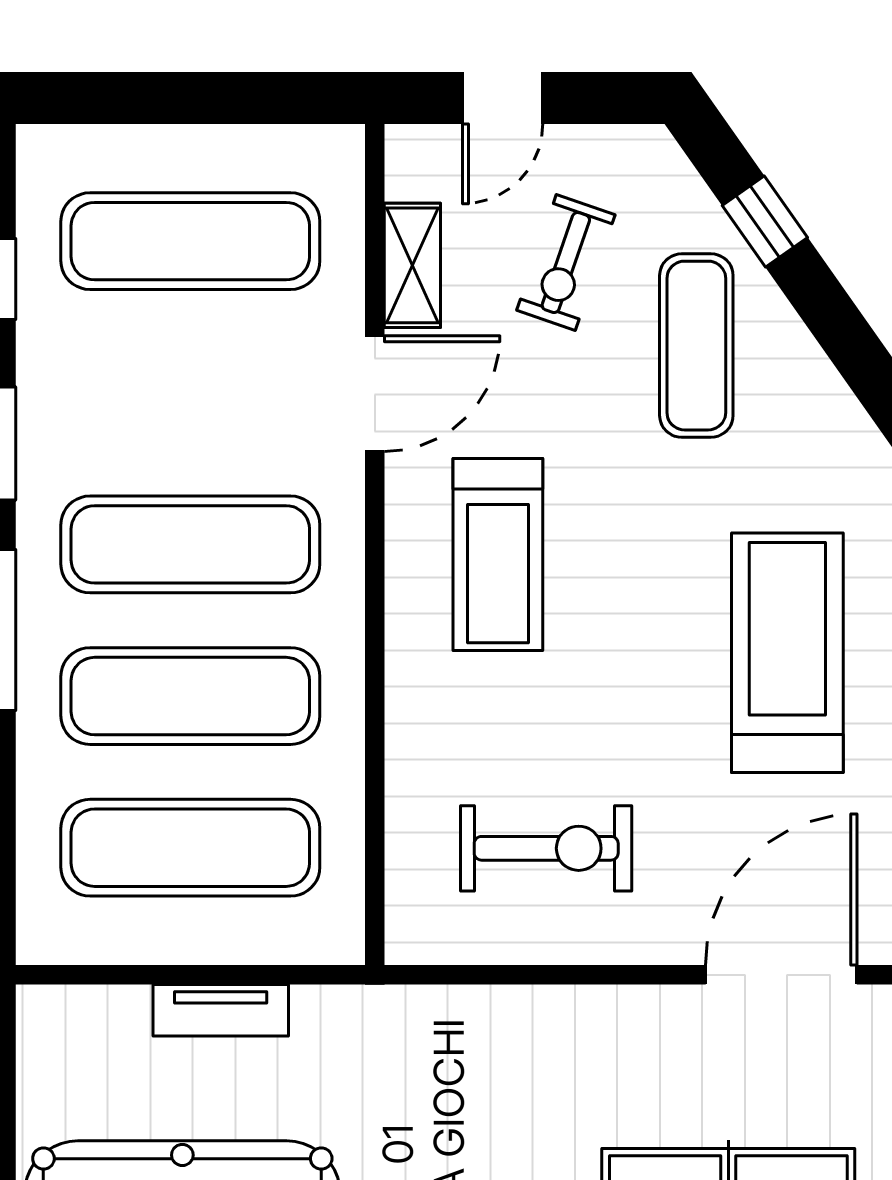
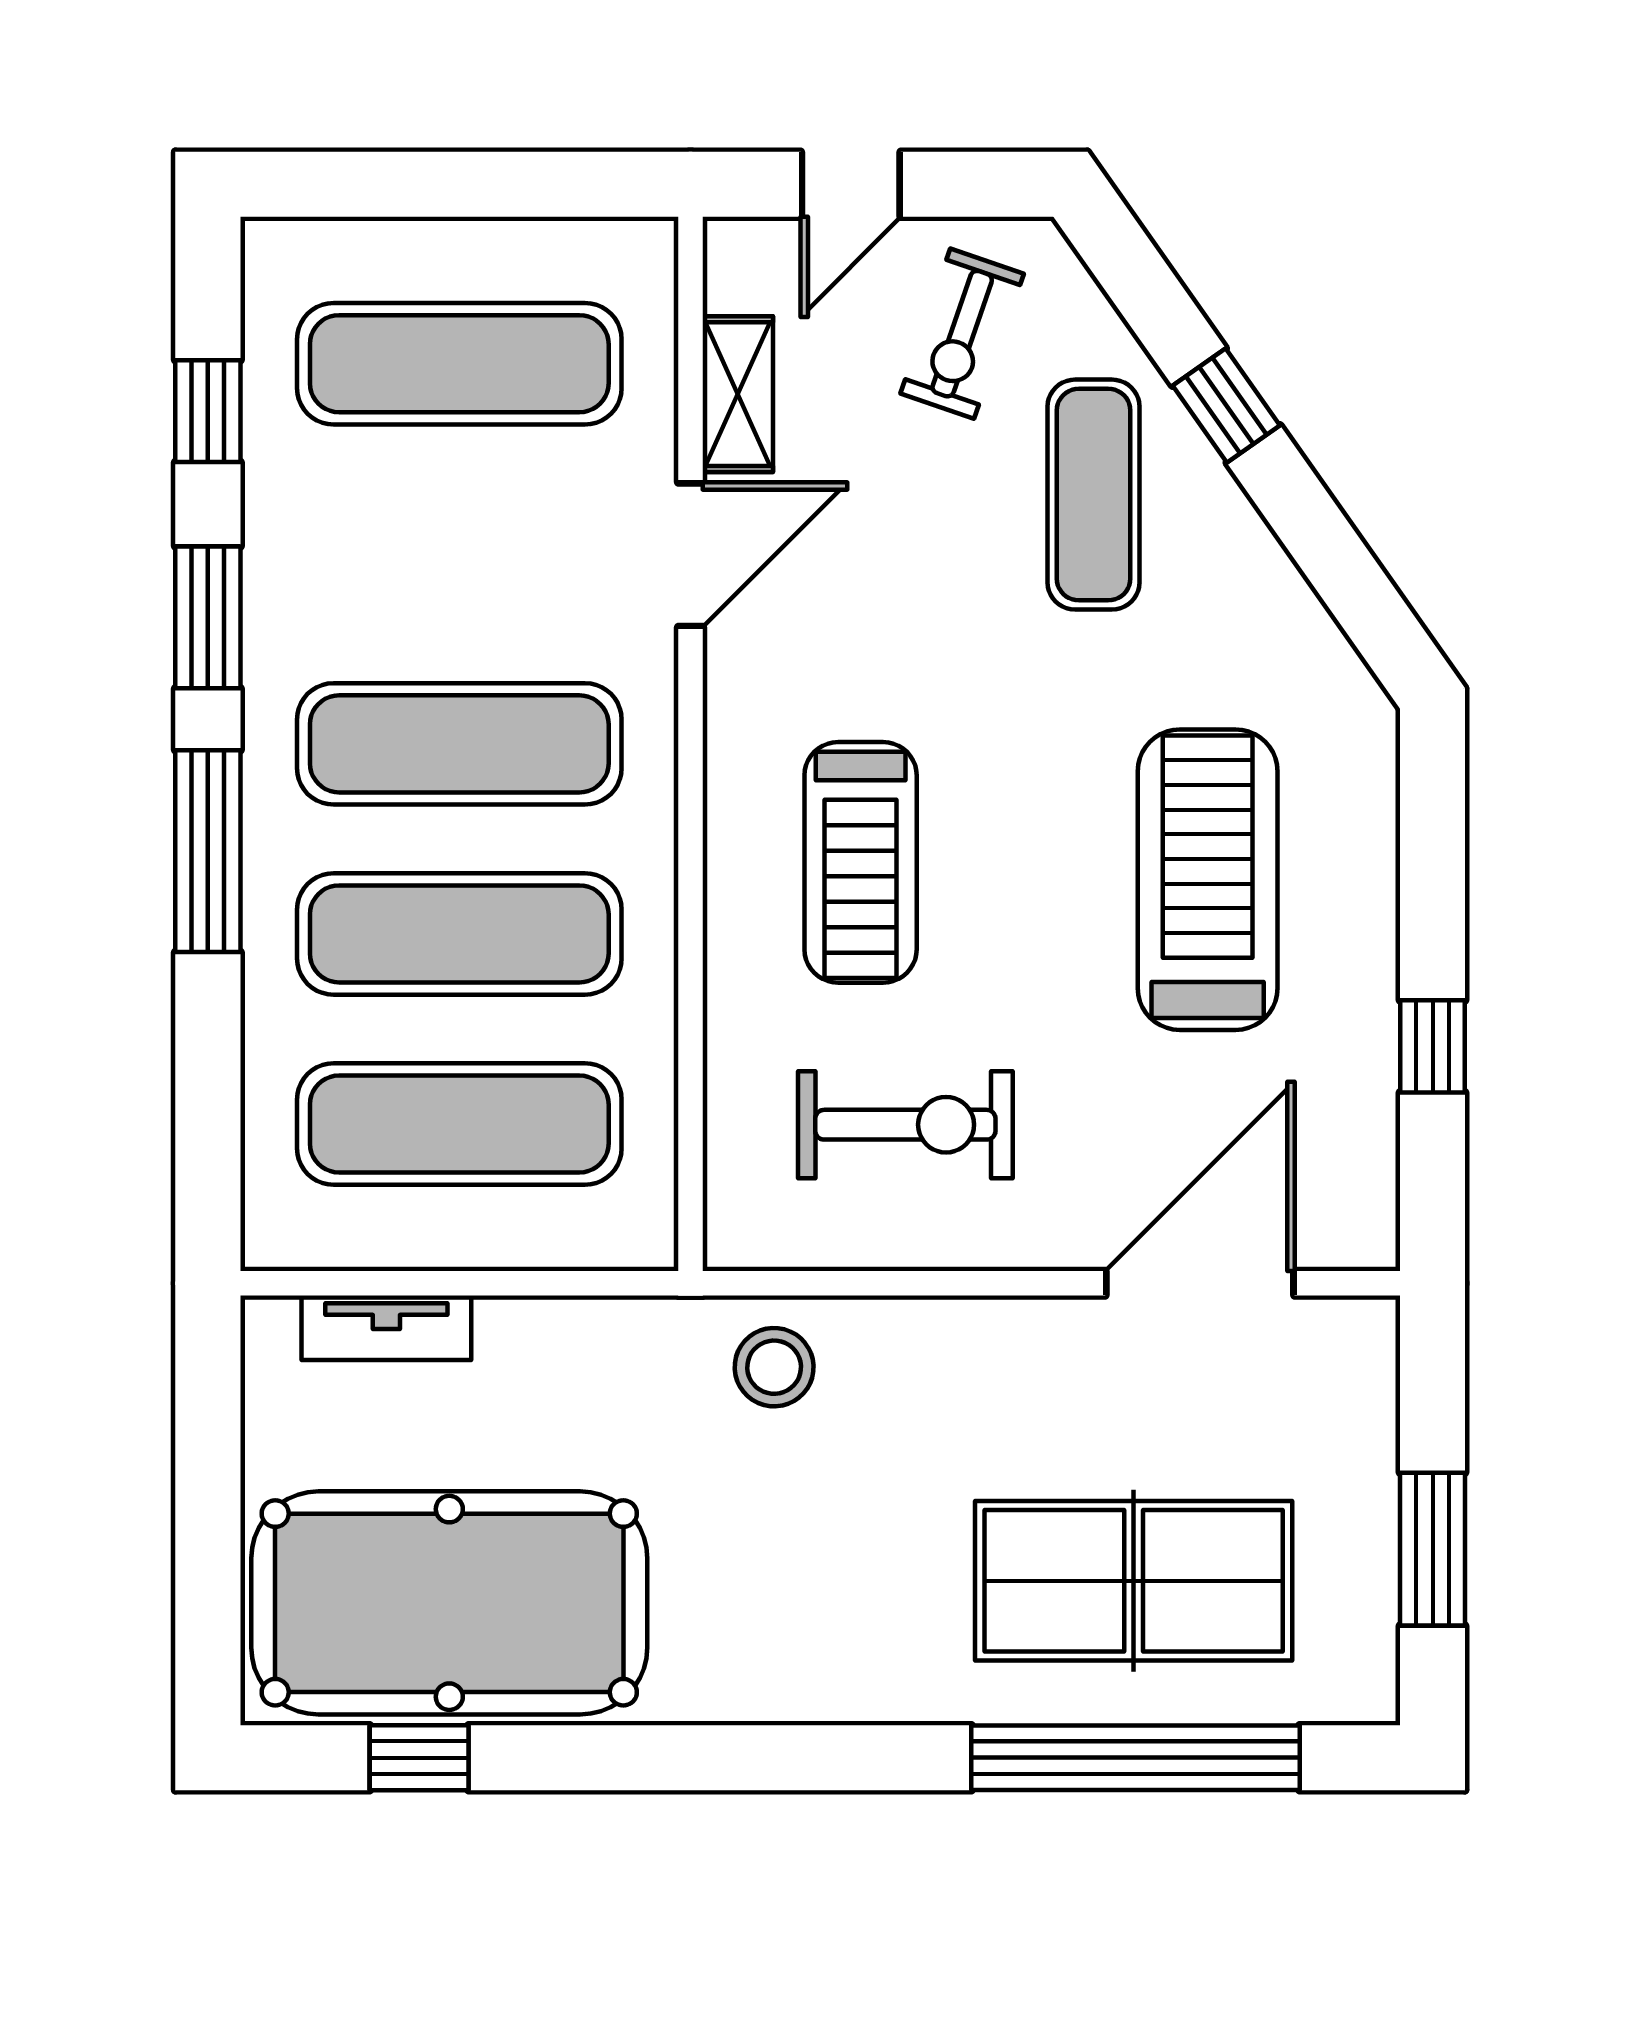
window: (765, 221) -> (1226, 405), moved
exercise bike: (566, 263) -> (962, 334), moved
treadmill: (498, 554) -> (861, 862), moved
tv unit: (221, 1010) -> (386, 1328), moved
stool: (442, 1042) -> (774, 1367), added

